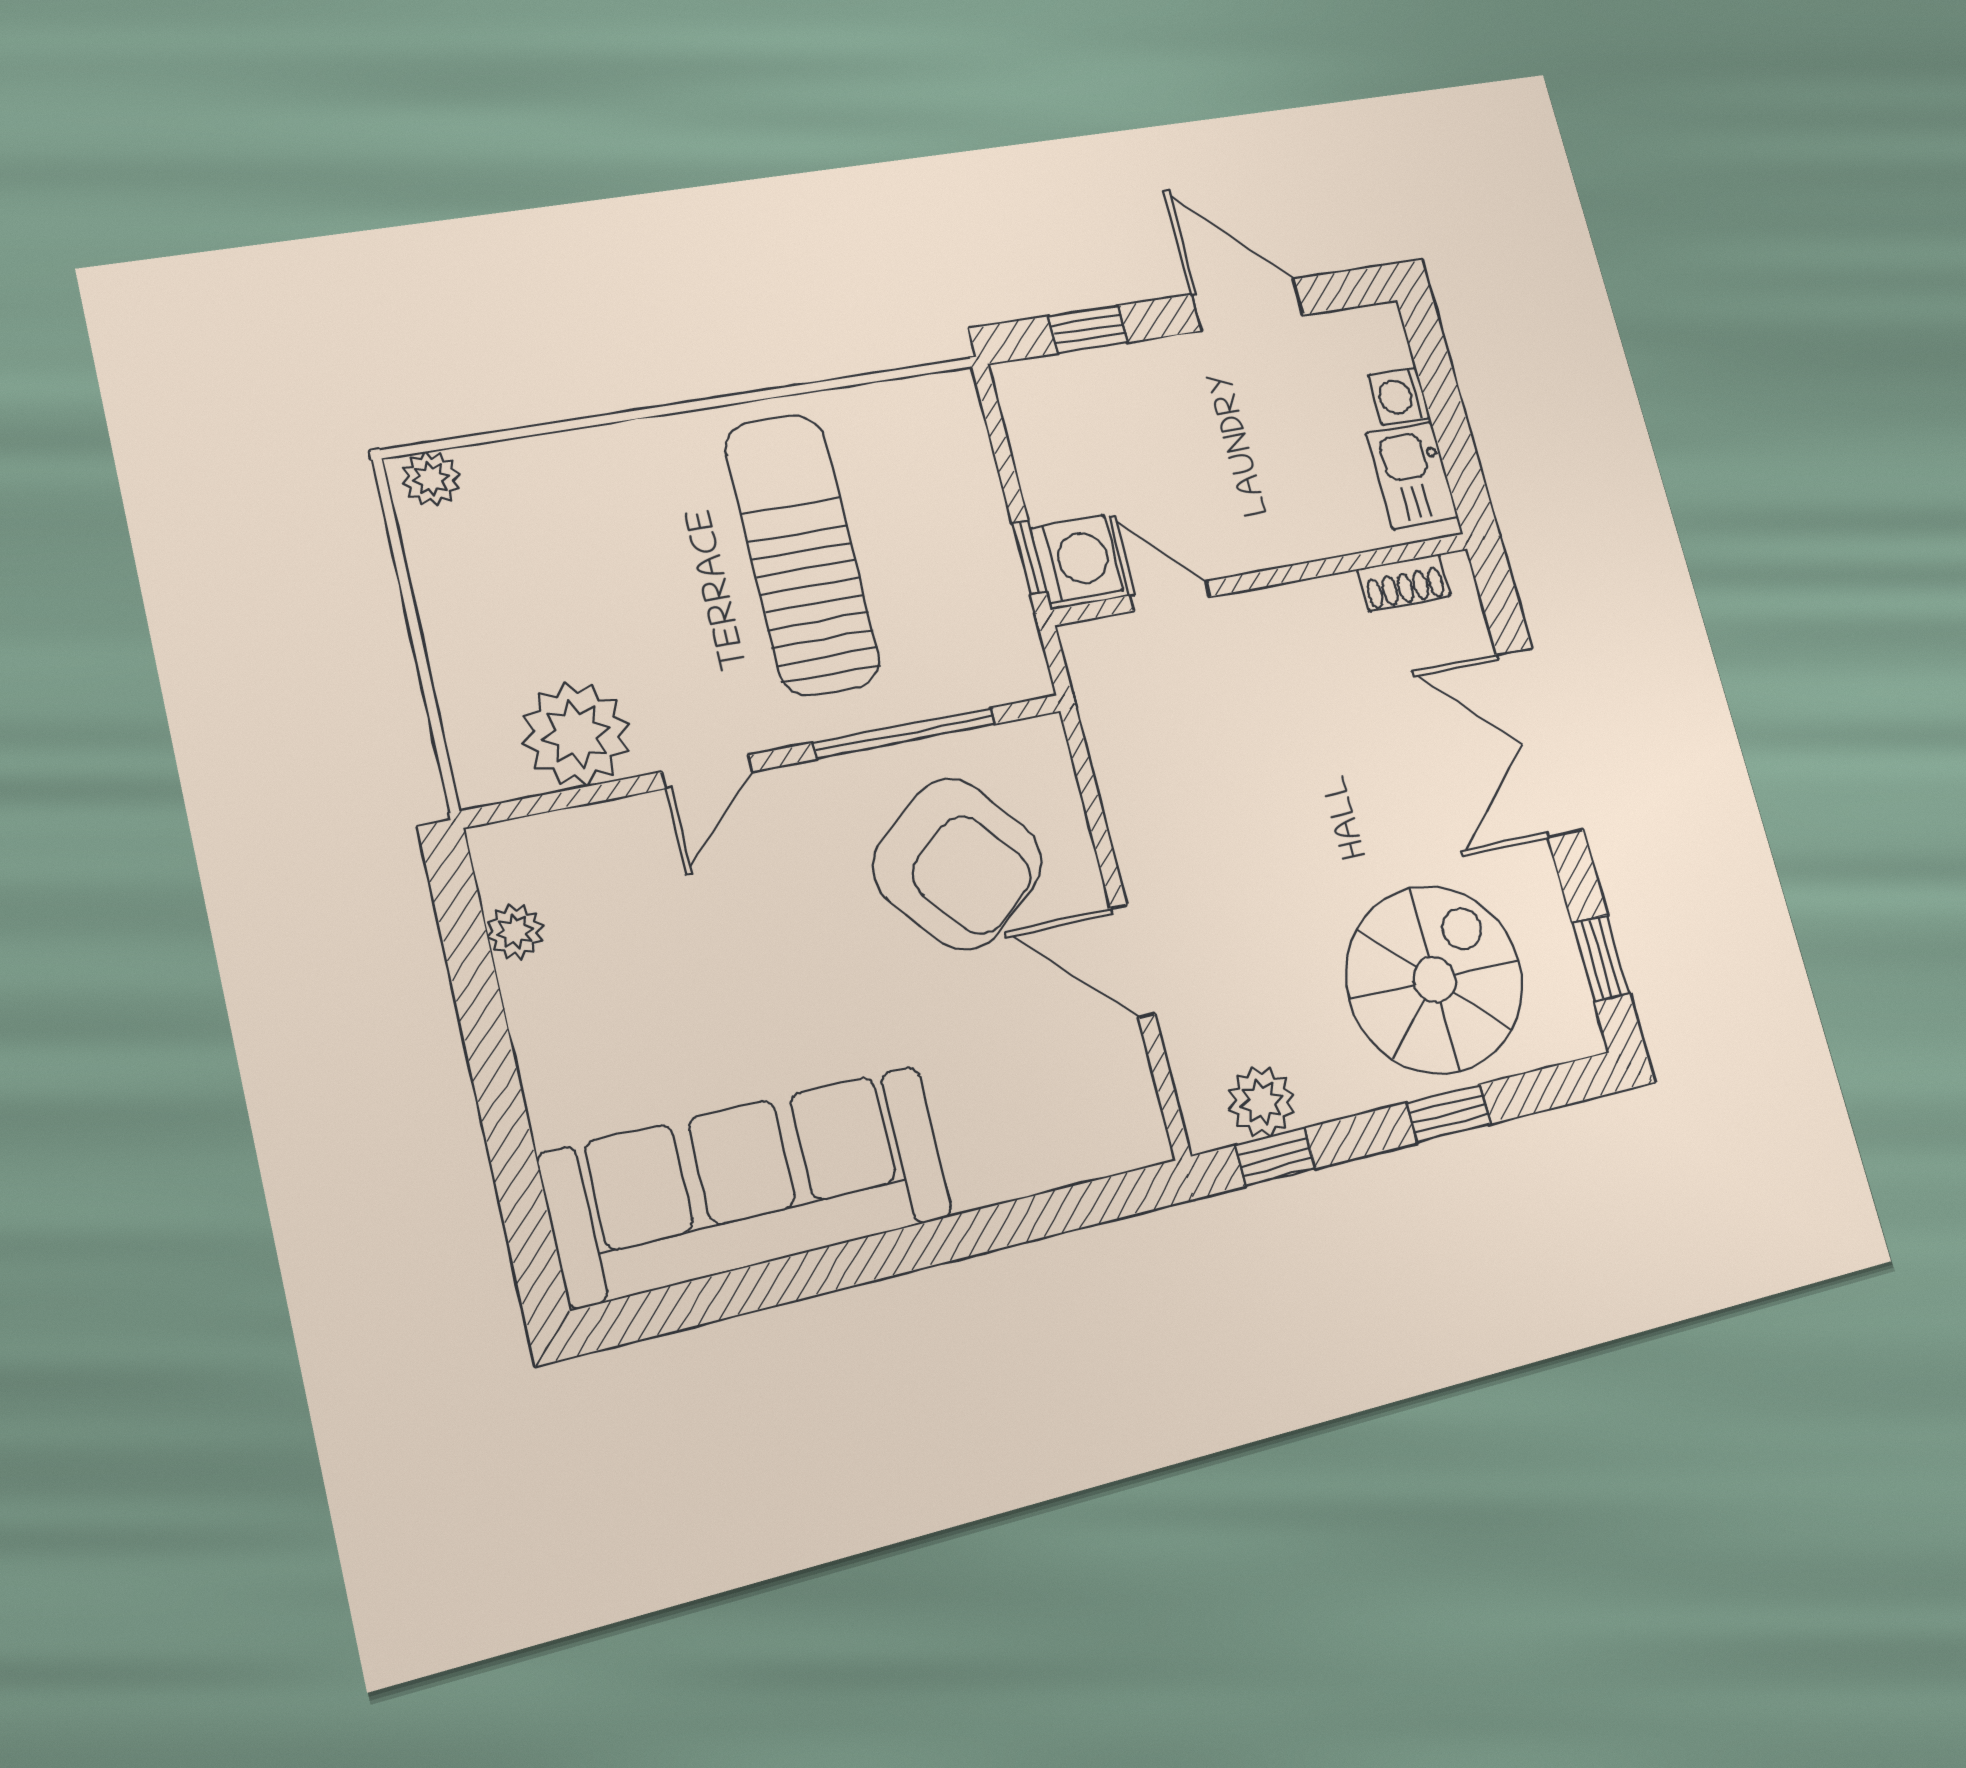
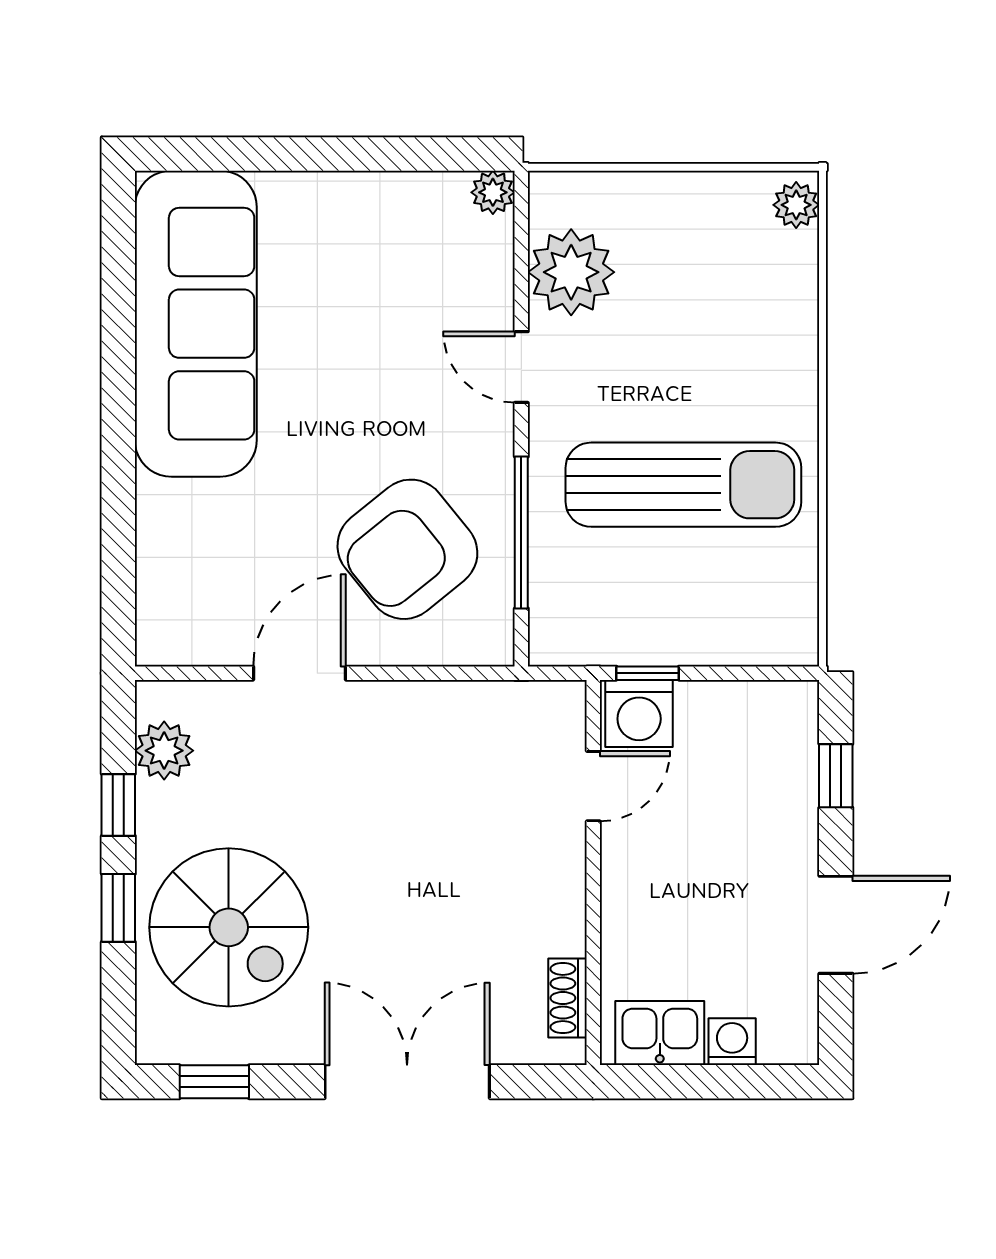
plant: (515, 932) -> (493, 192), moved
window: (1276, 1157) -> (118, 805), moved

